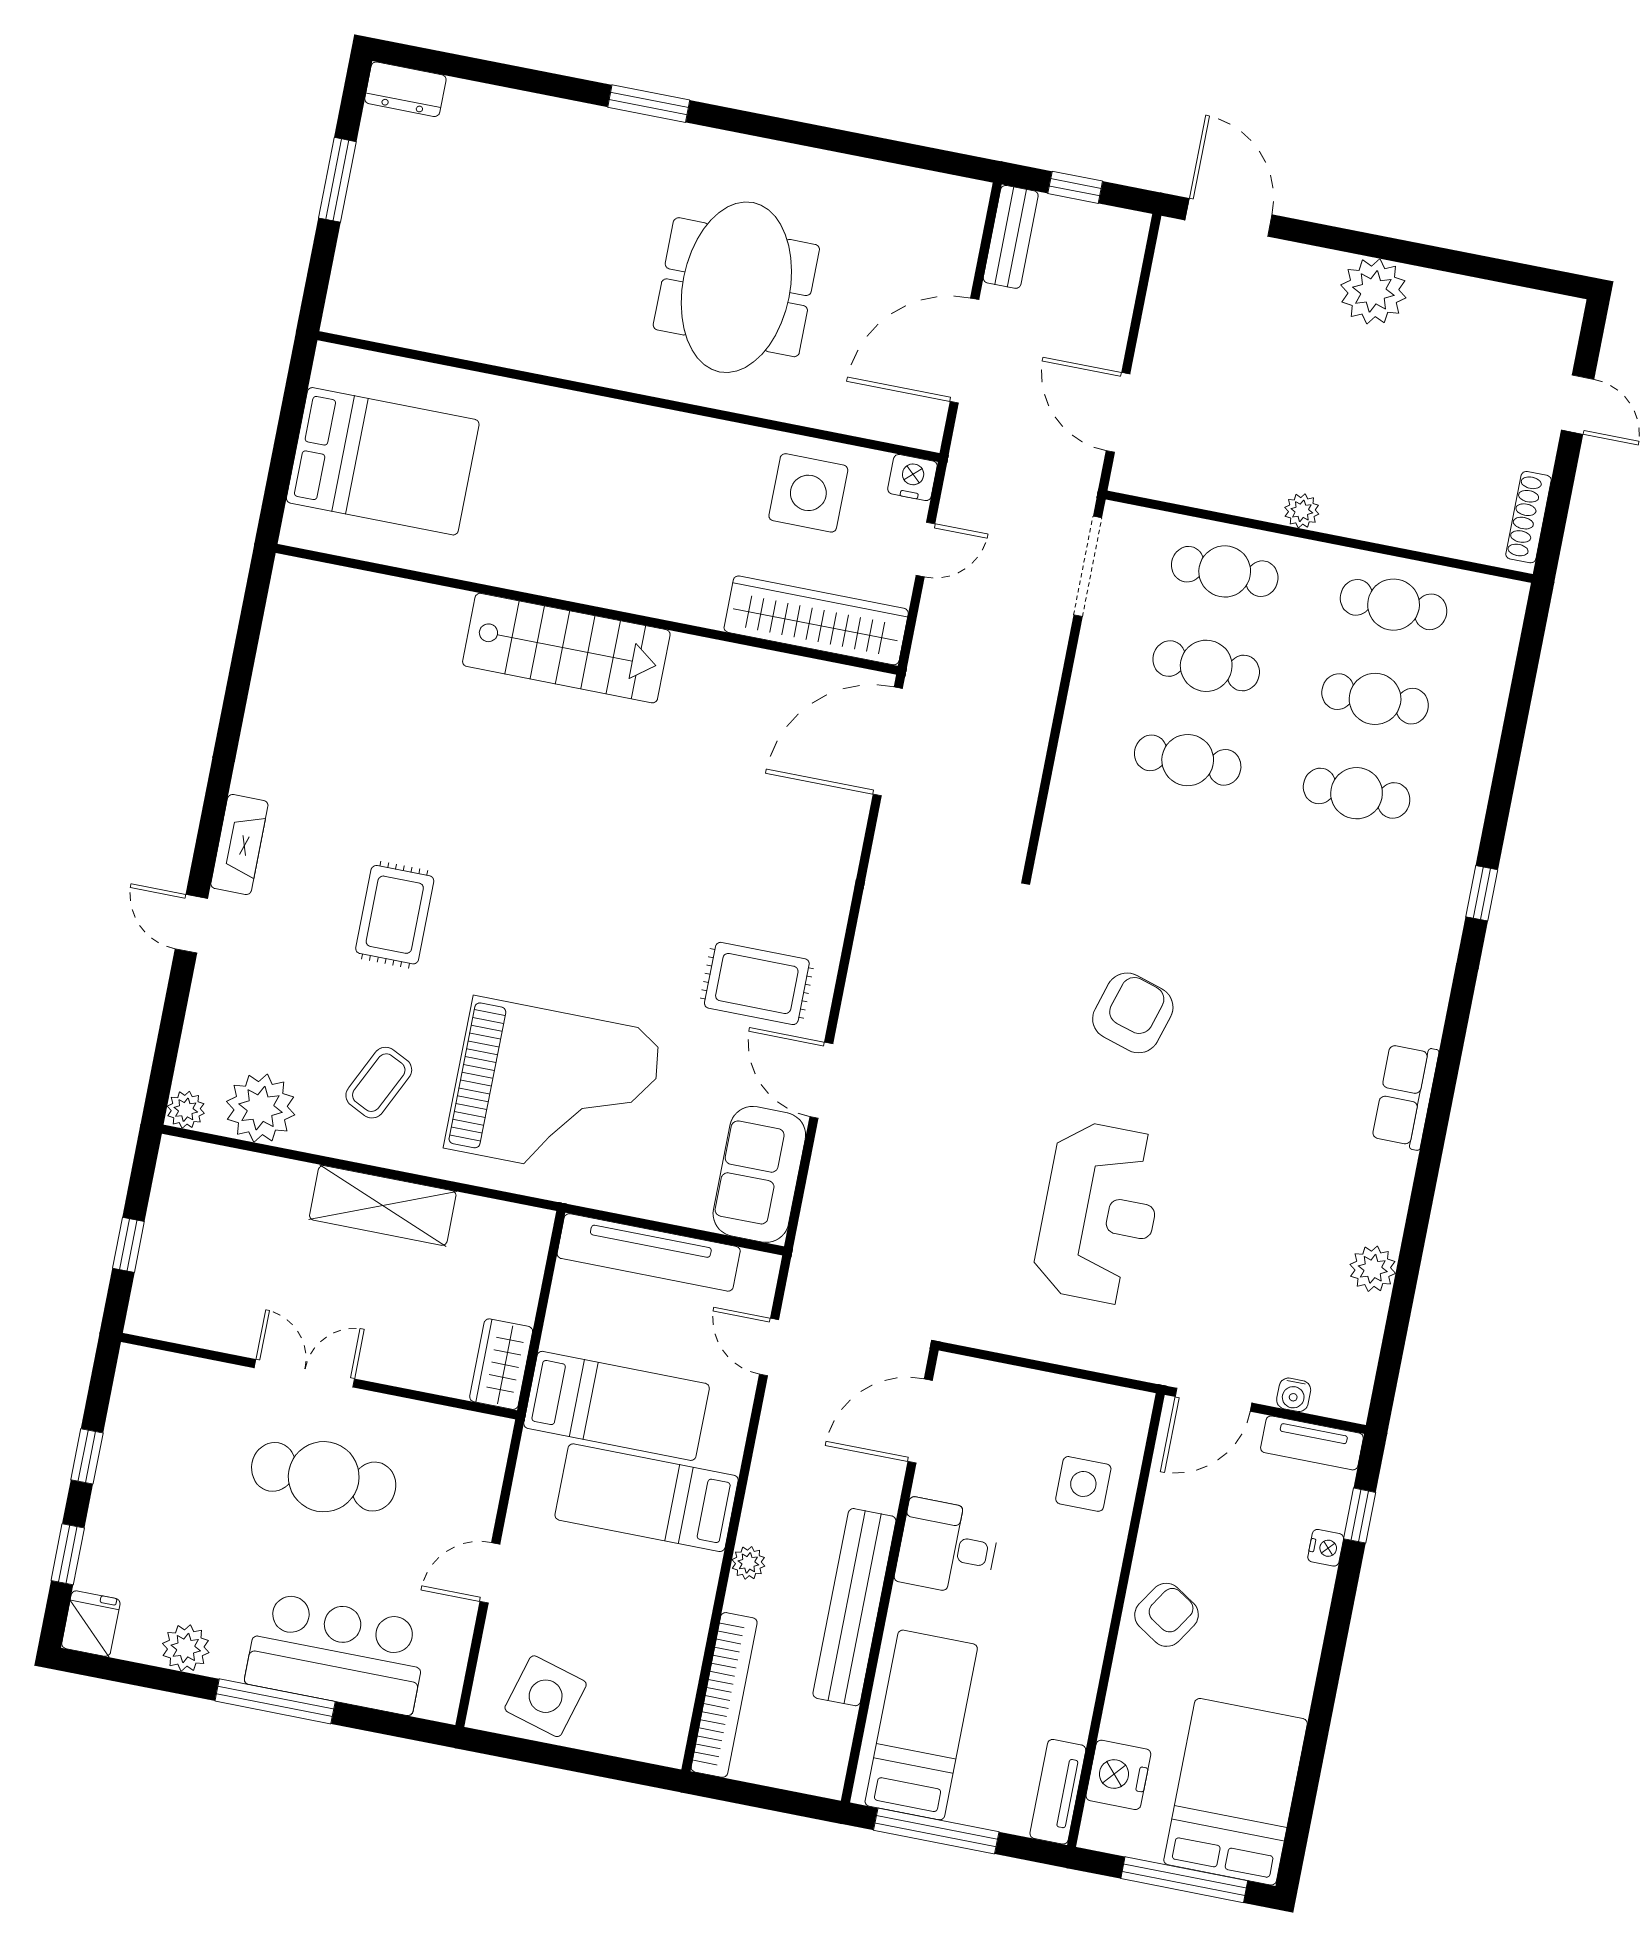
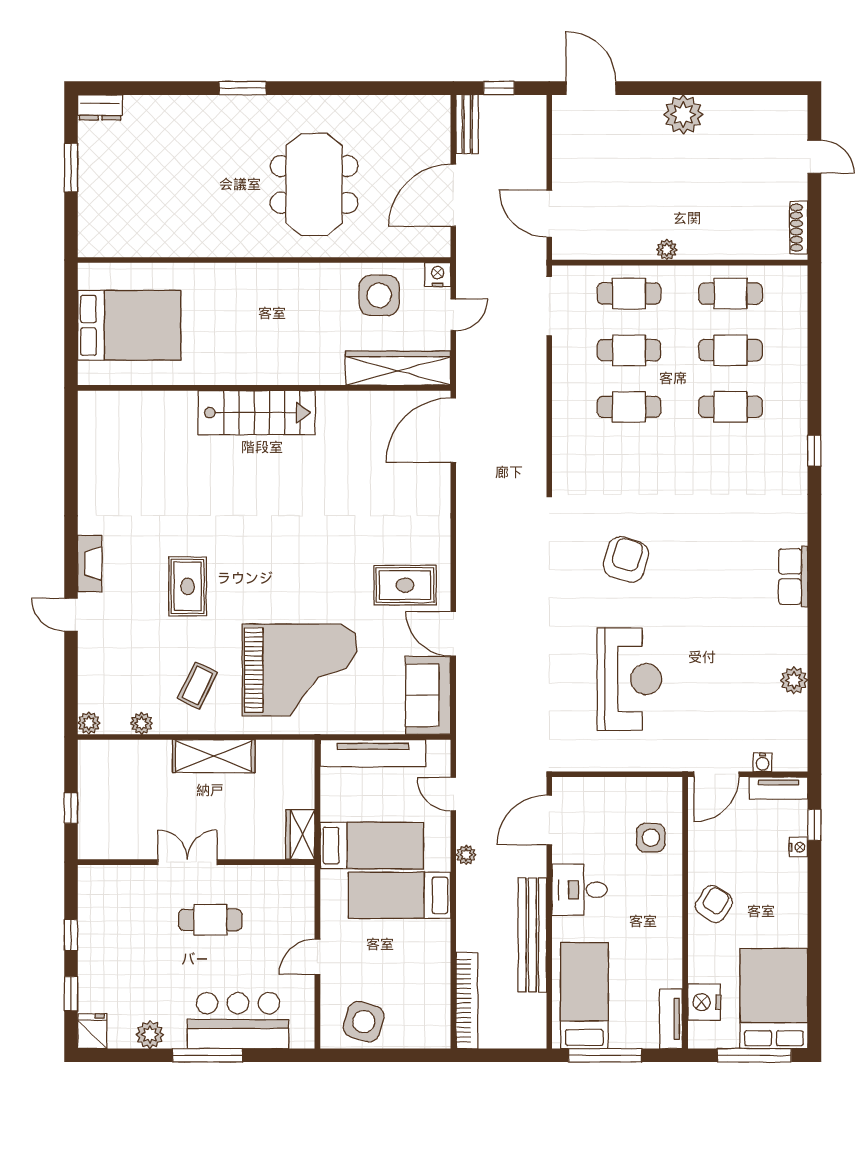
plant: (261, 1108) -> (142, 723), width x0.53, depth x0.53
cafe table: (324, 1477) -> (210, 920), width x0.73, depth x0.74
plant: (748, 1563) -> (466, 855), moved

